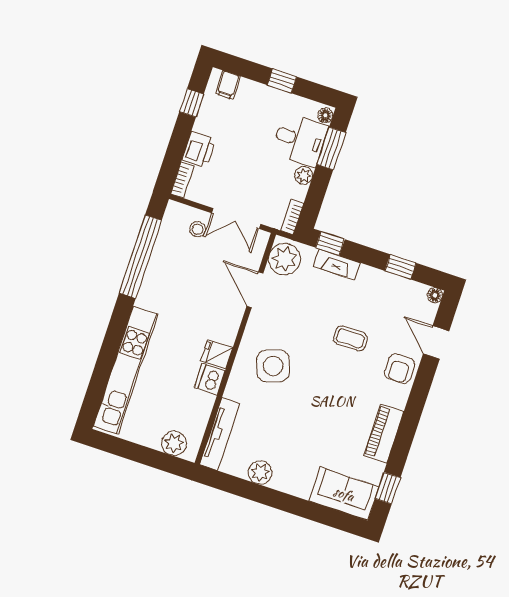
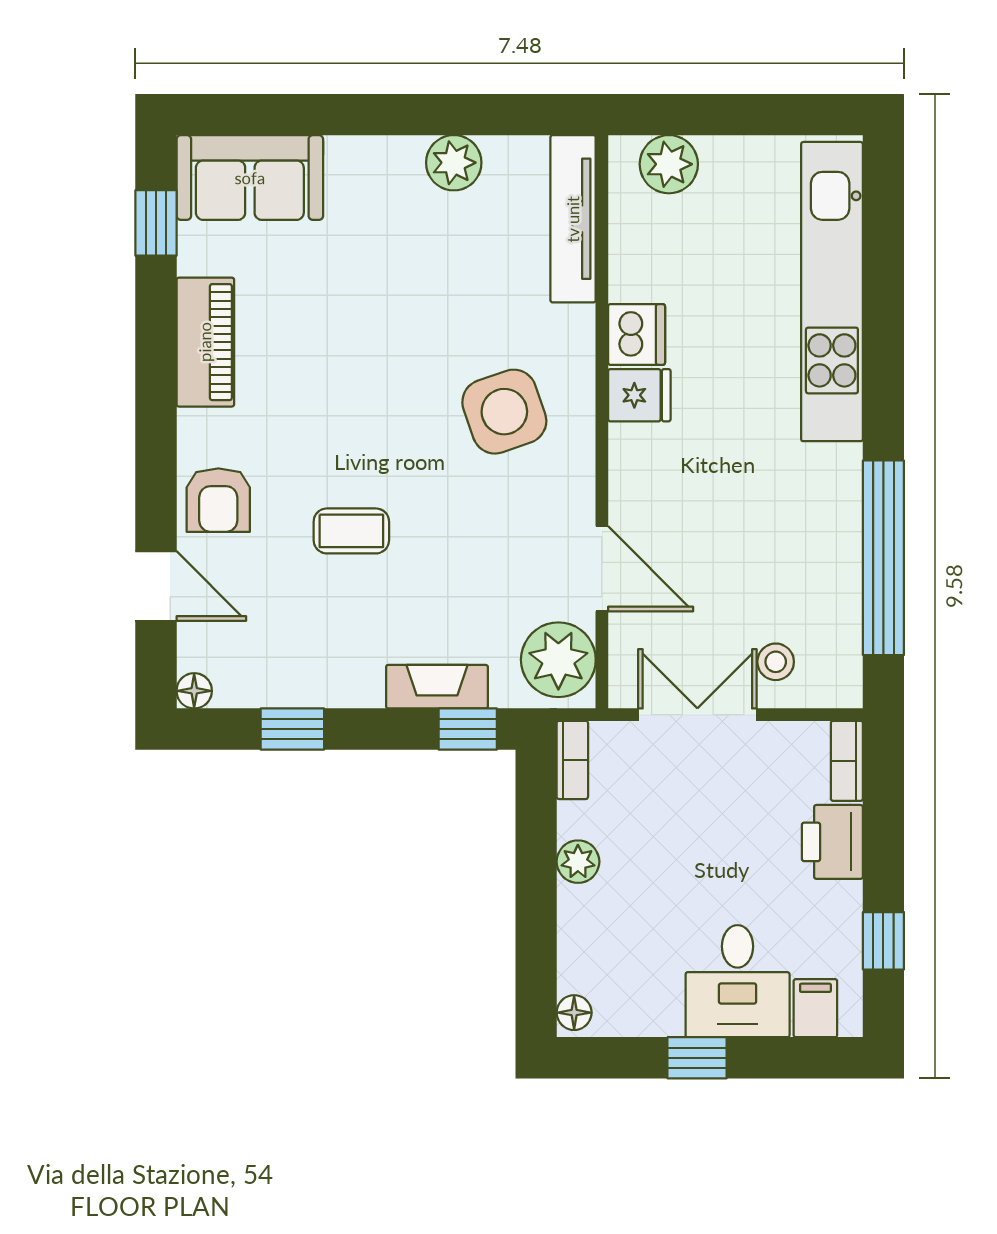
desk: (300, 140) -> (738, 981), moved, turned -90
window: (331, 149) -> (536, 942), removed
armchair: (400, 369) -> (218, 500), turned 180

